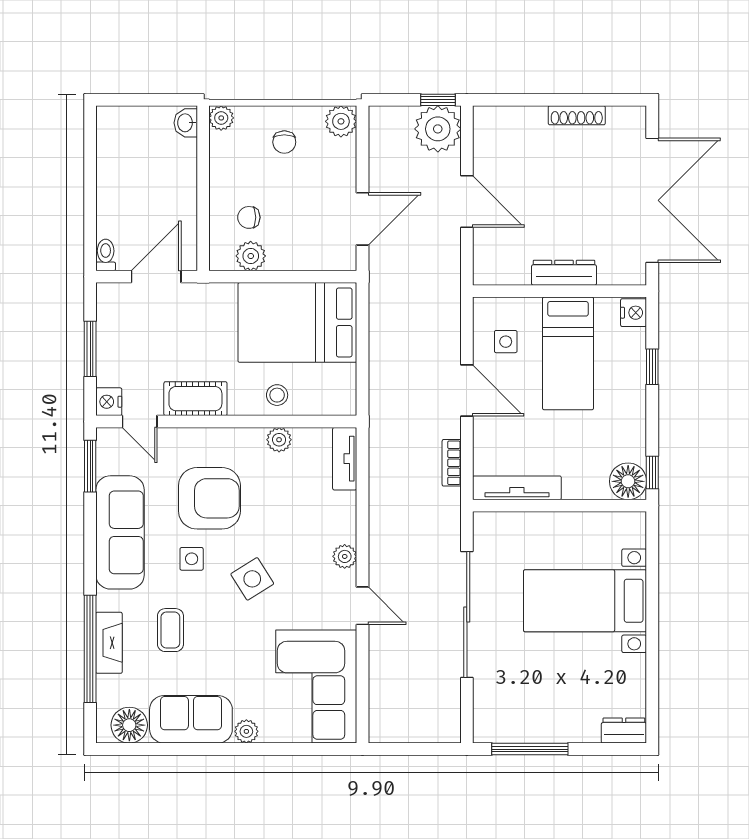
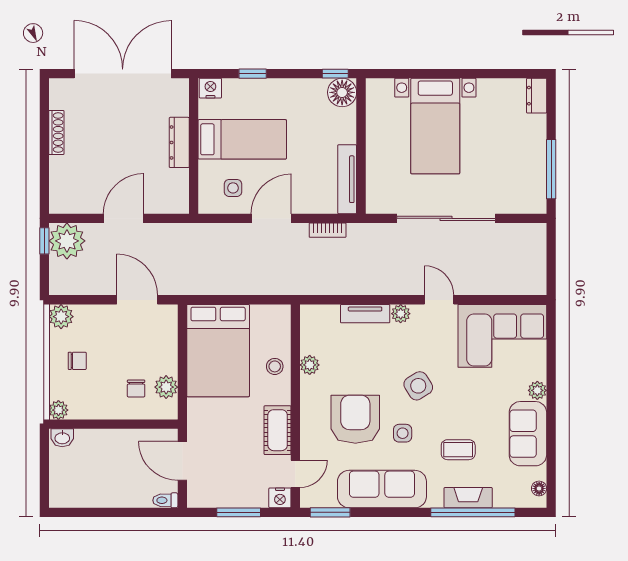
tv unit: (345, 459) -> (365, 314), moved
door: (362, 606) -> (439, 300), hinge flipped
floor lamp: (129, 725) -> (539, 488), width x0.53, depth x0.53

